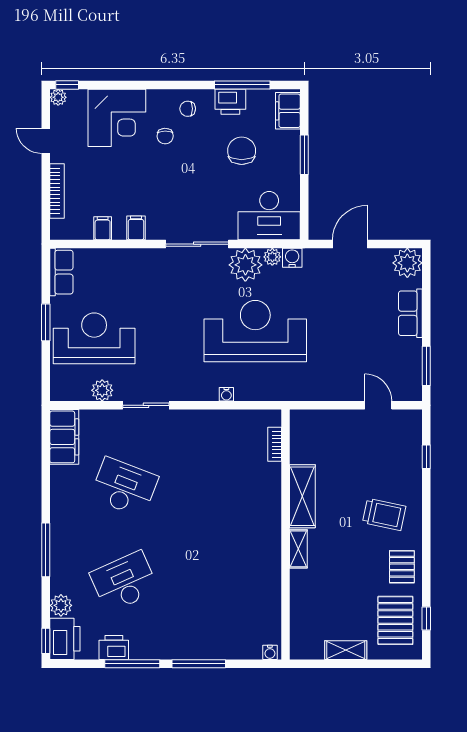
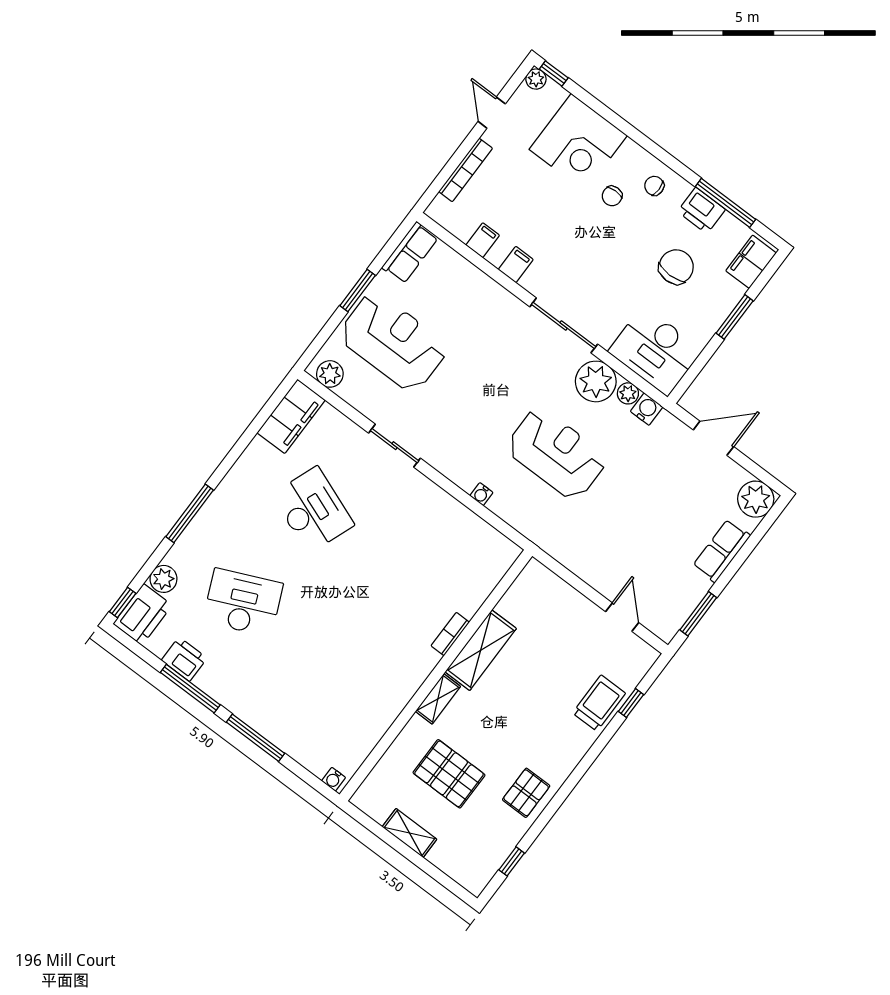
reception desk: (255, 331) -> (556, 454), width x0.74, depth x0.77
plant: (102, 390) -> (330, 374), moved
bookcase: (275, 444) -> (450, 634), moved
trolley: (384, 514) -> (599, 703), moved, turned -102
pallet: (395, 620) -> (449, 774), moved, turned 90

